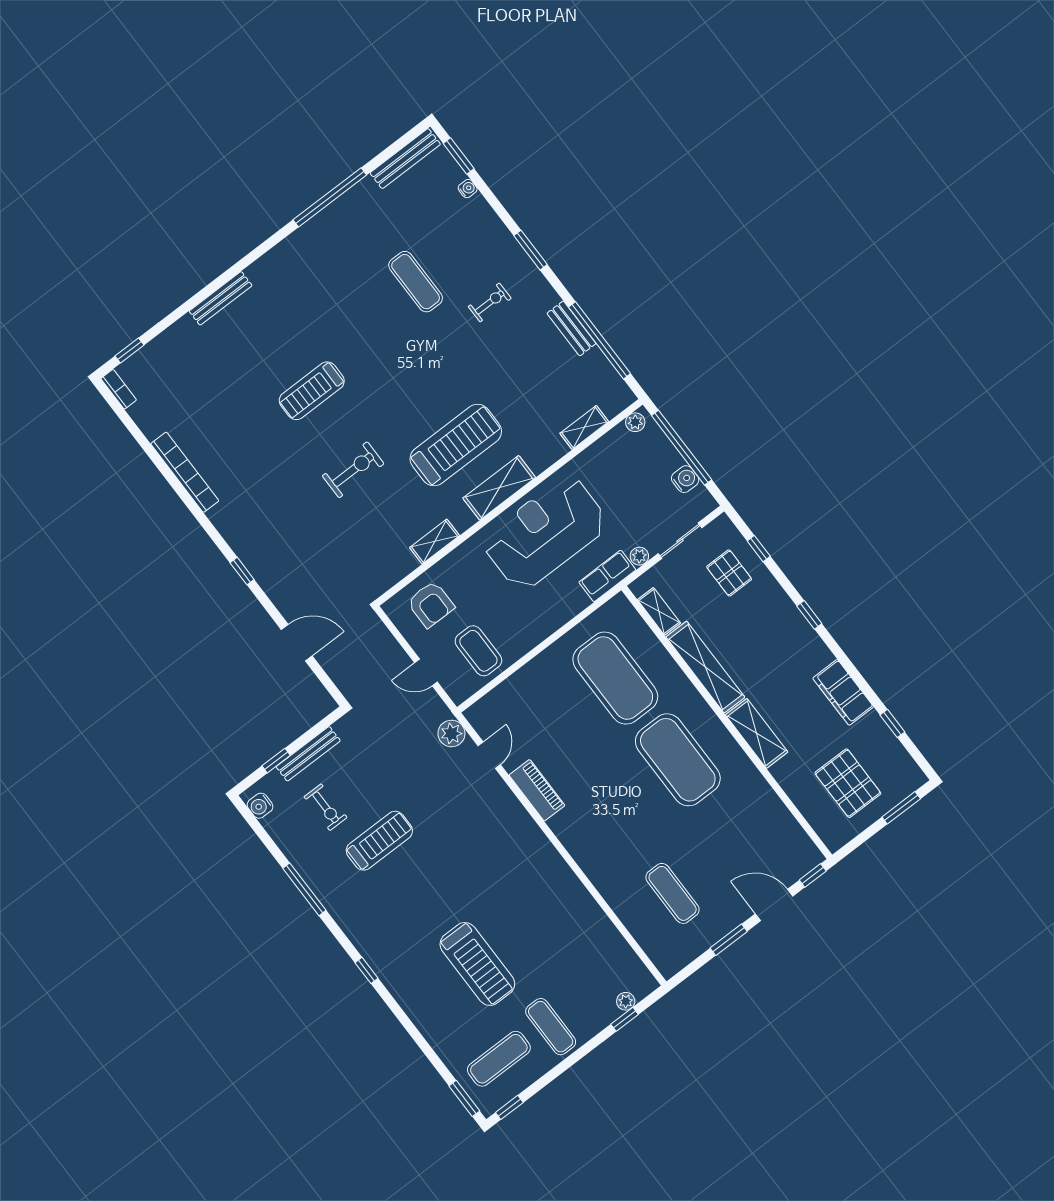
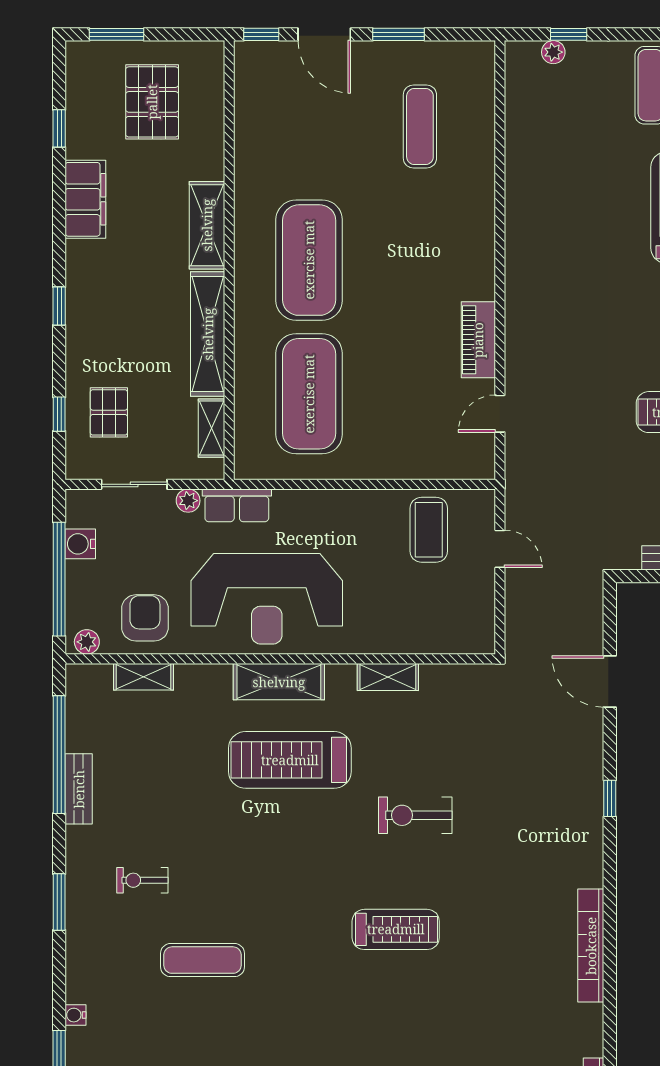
exercise mat: (416, 282) -> (203, 960), turned 90
armchair: (431, 604) -> (145, 618), moved
plant: (451, 733) -> (522, 466), removed

